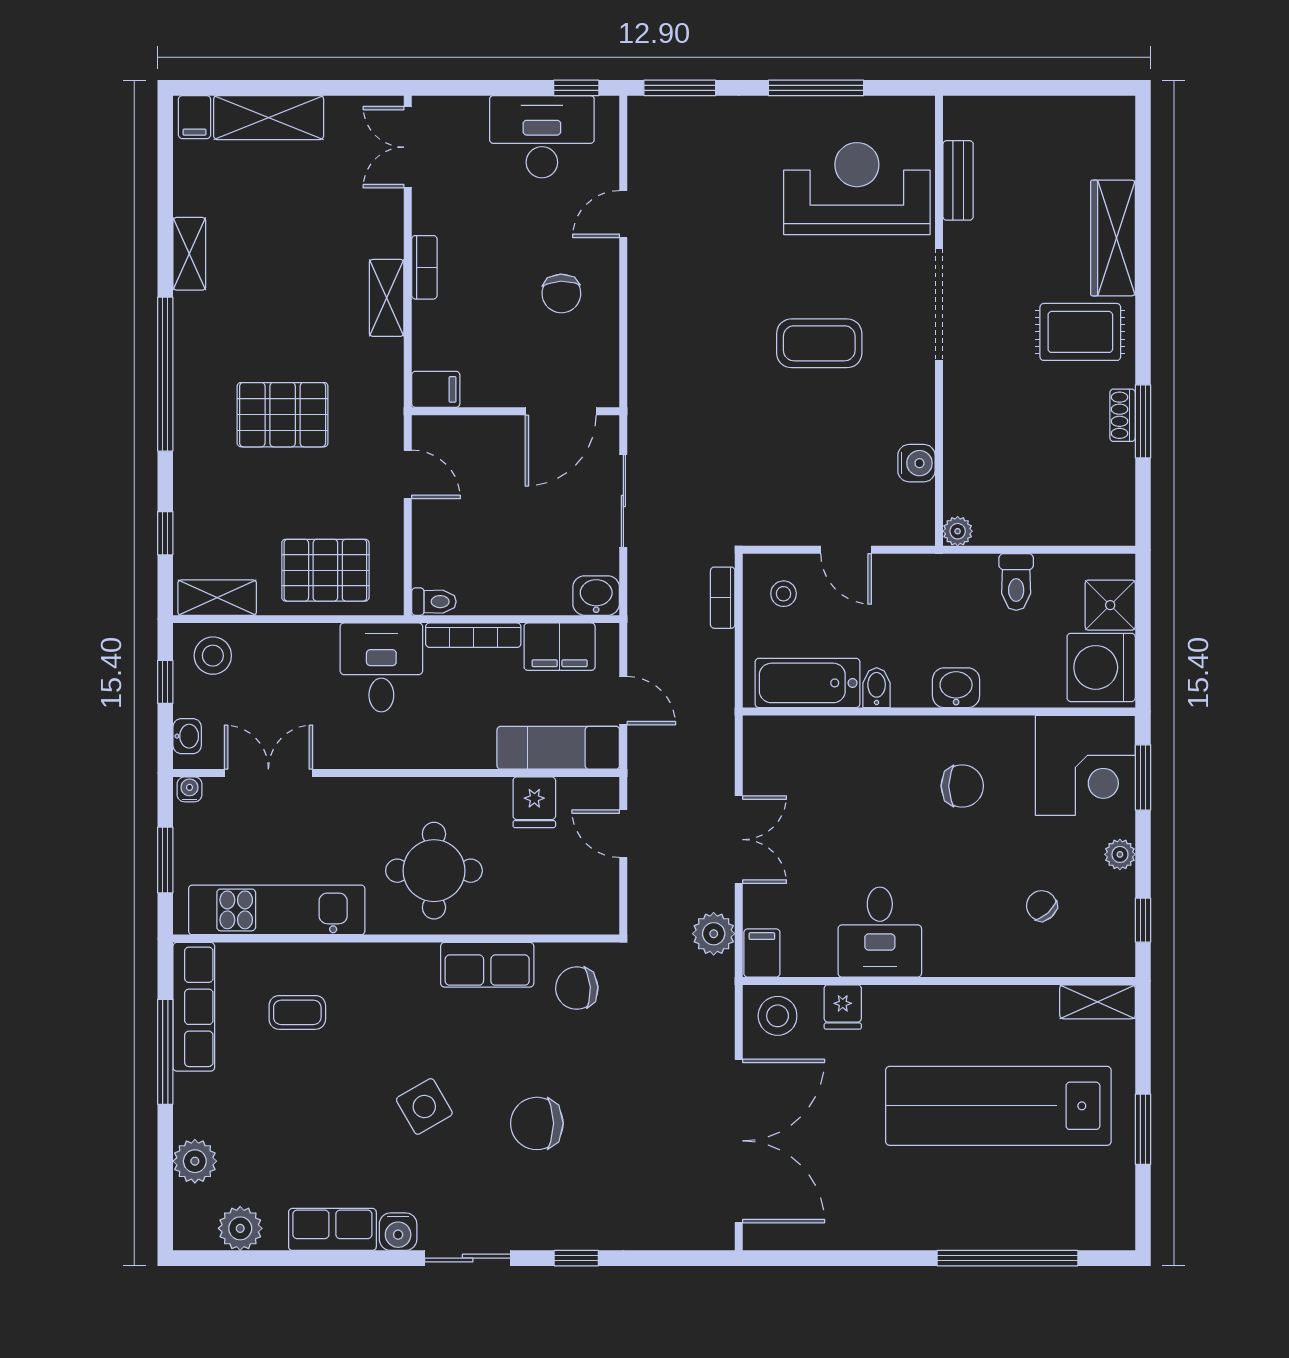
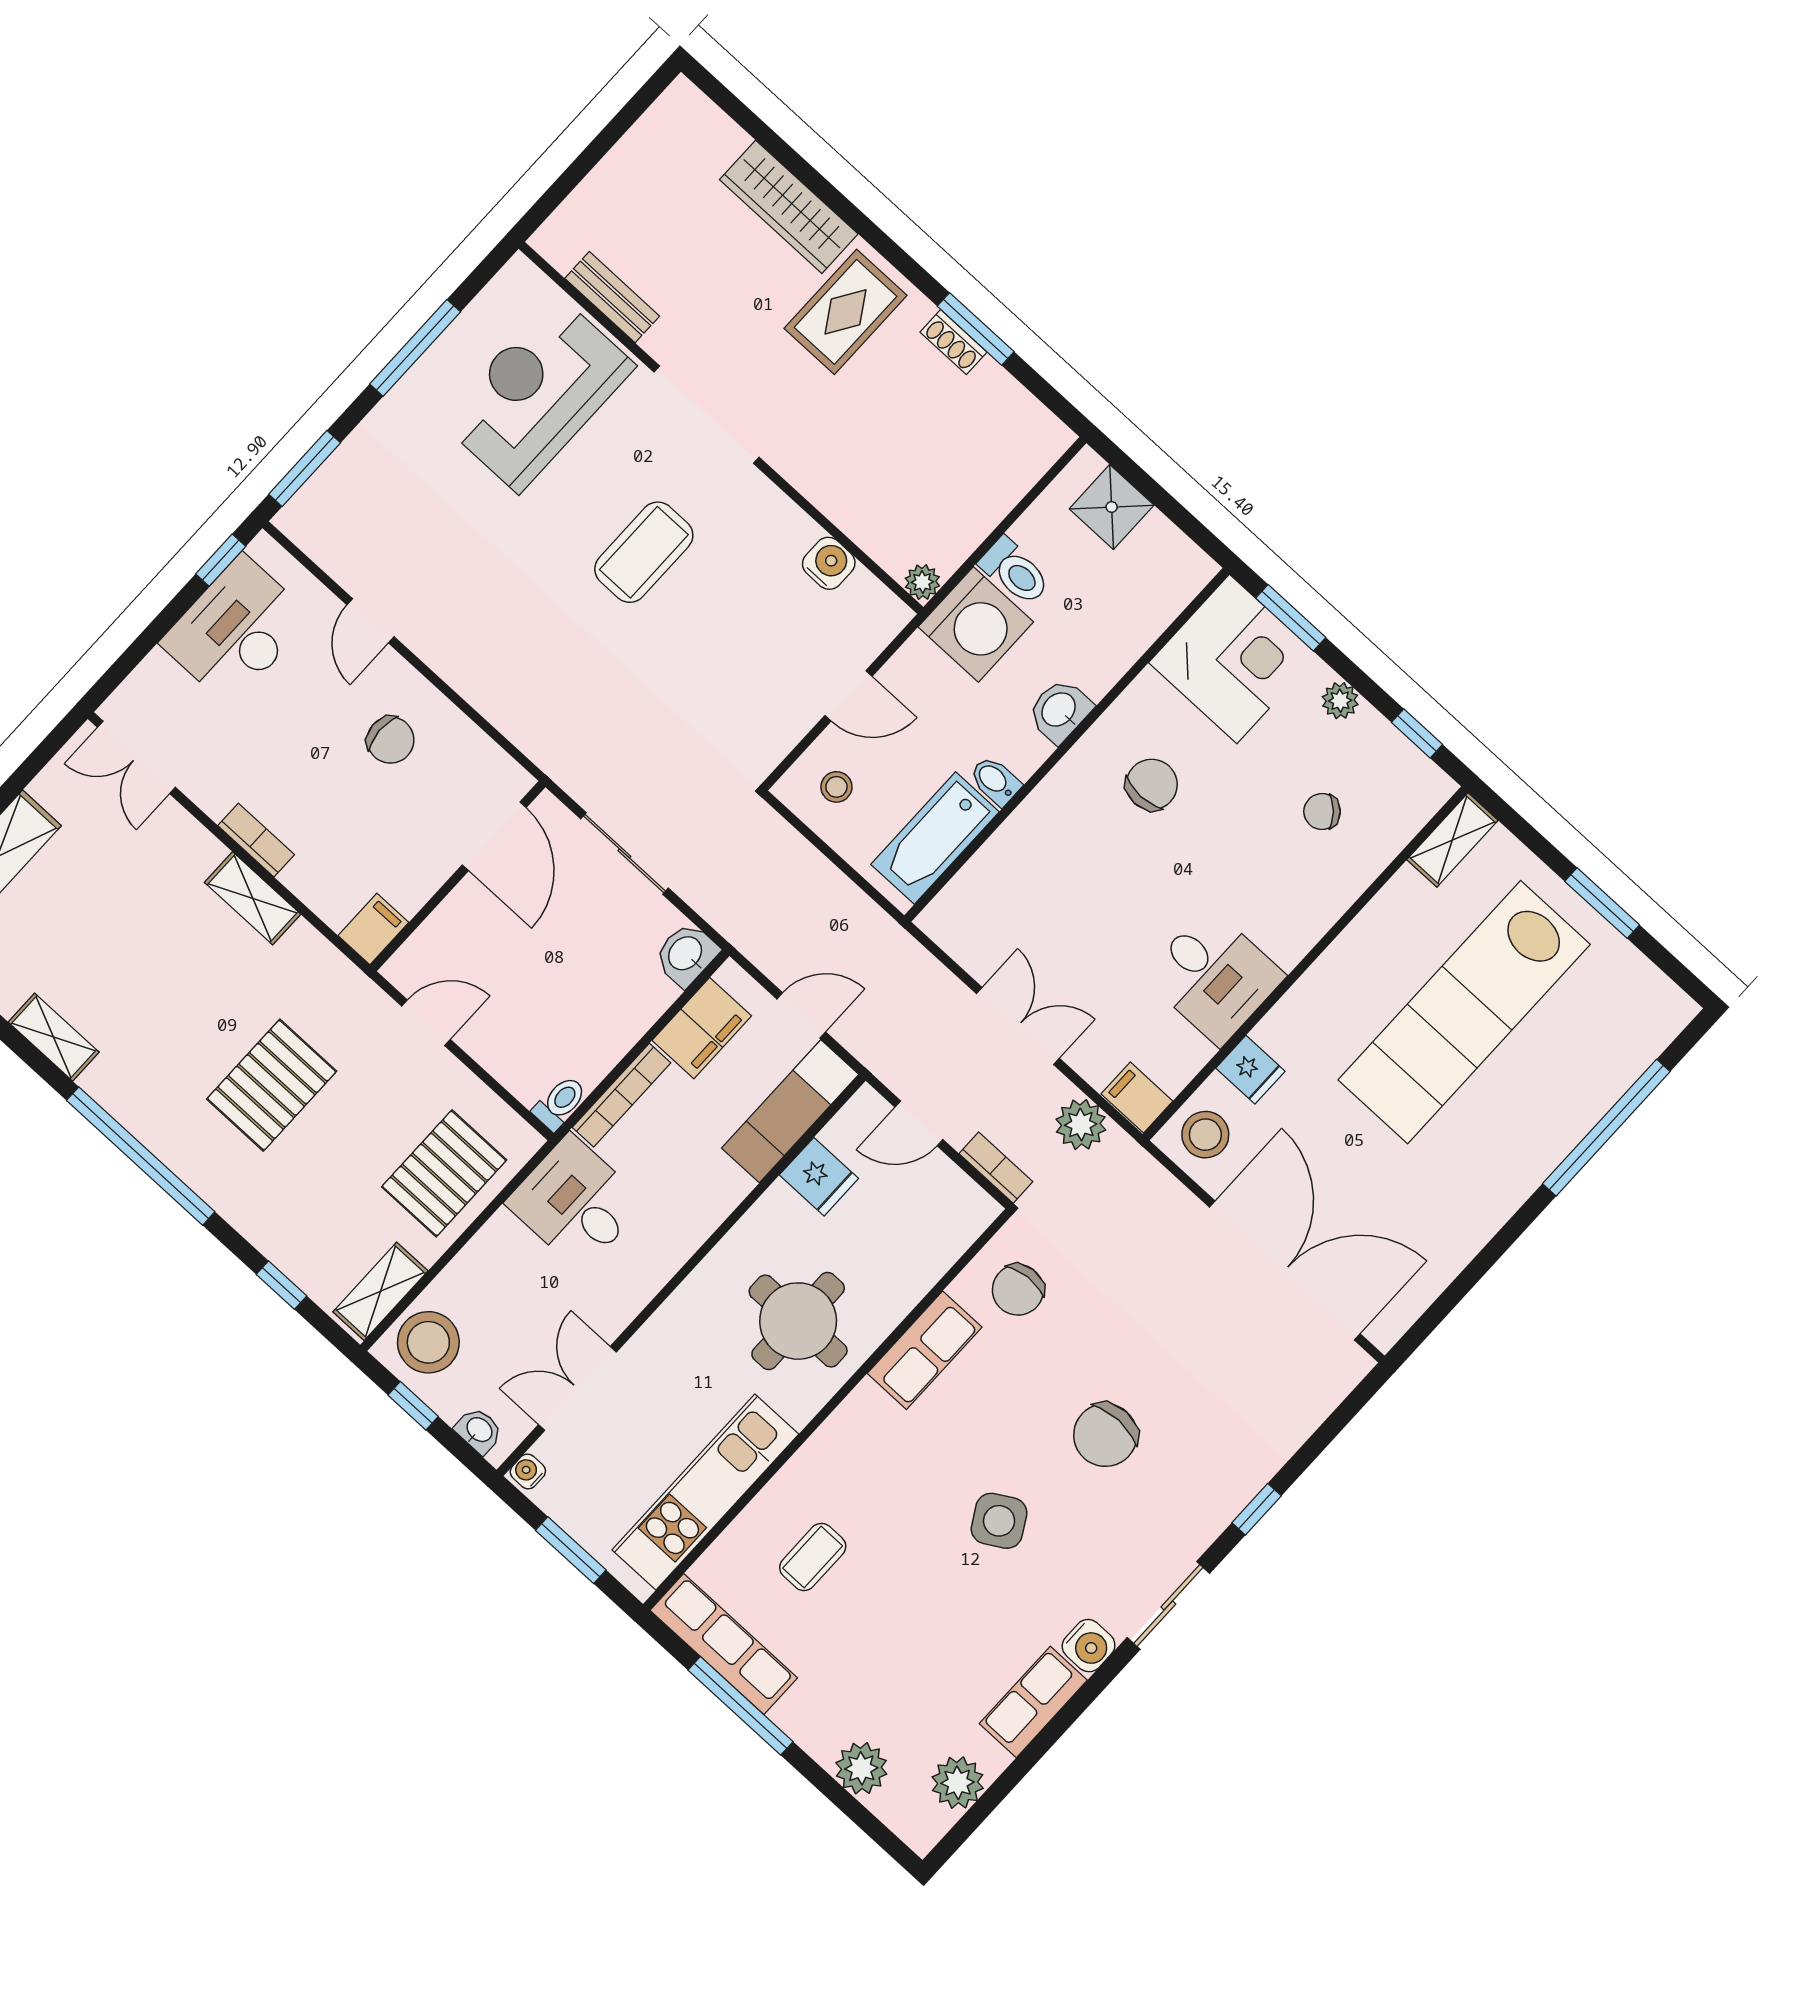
bookcase: (723, 598) -> (996, 1168), moved, turned 180
stool: (213, 656) -> (428, 1342), width x1.38, depth x1.38
washing machine: (1101, 667) -> (976, 624), moved, turned -90

